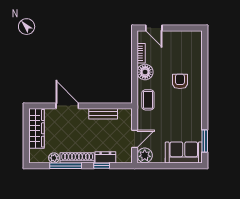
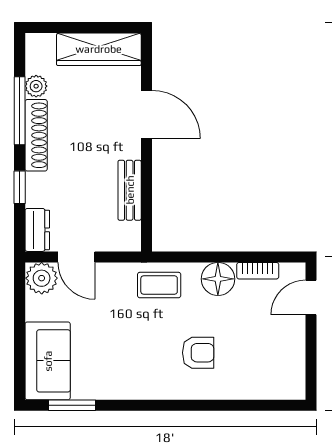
door: (67, 106) -> (146, 114), hinge flipped
dresser: (105, 157) -> (37, 230), moved

